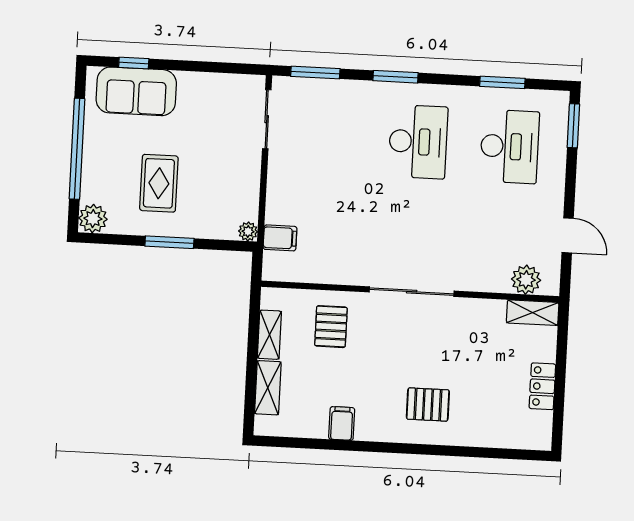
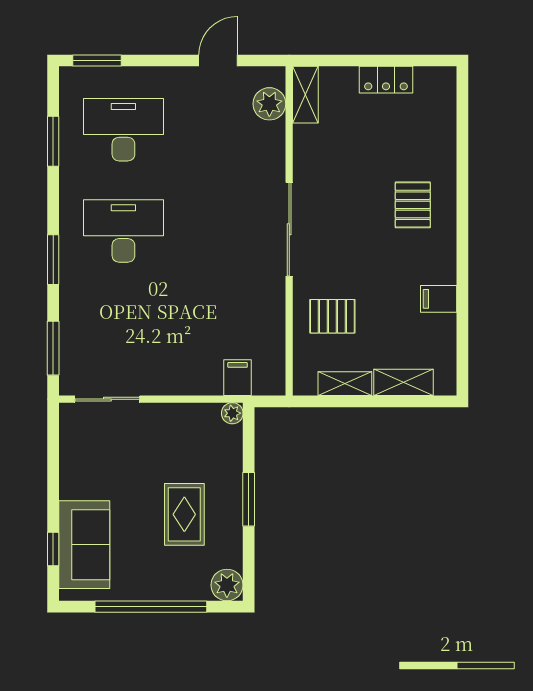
rug: (159, 183) -> (184, 514), turned 90

